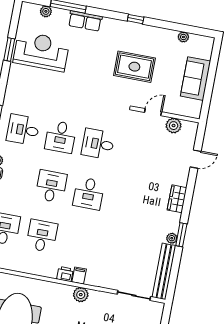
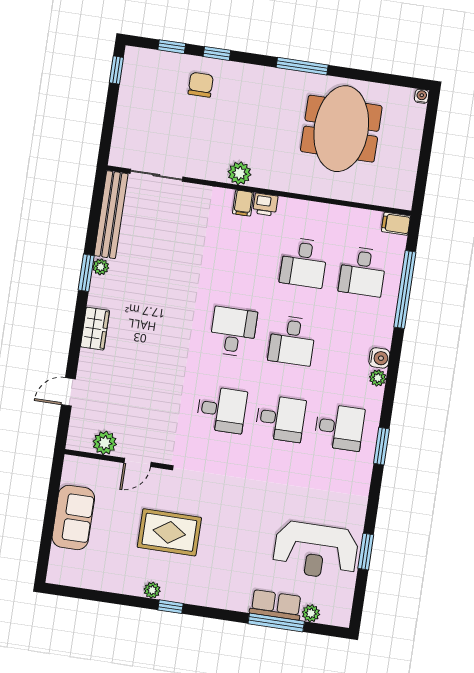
row of seats: (85, 21) -> (276, 605), moved
plant: (183, 37) -> (152, 590), moved
desk: (61, 137) -> (280, 418), turned 90

